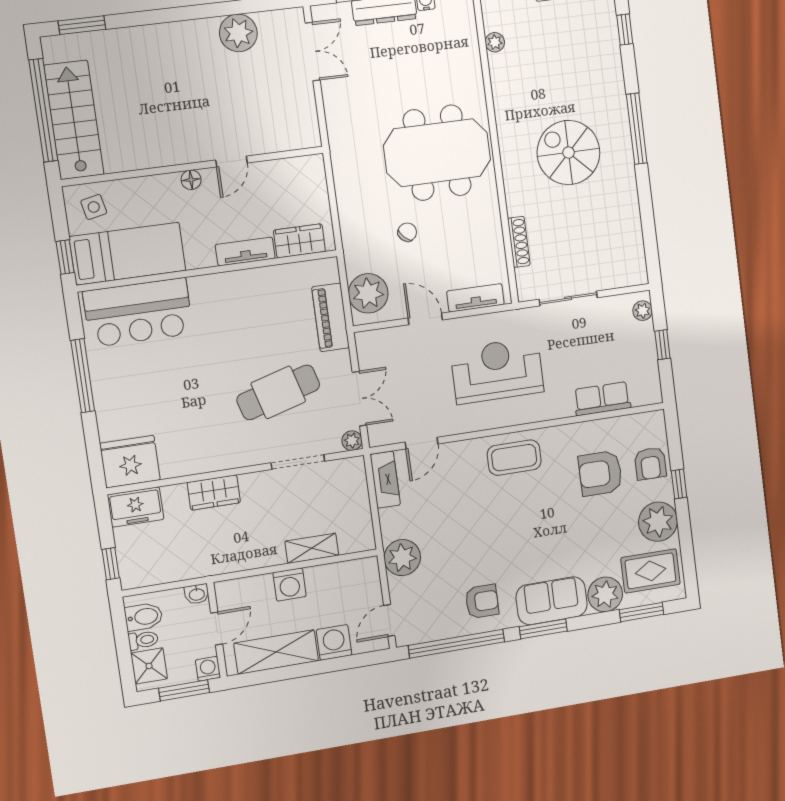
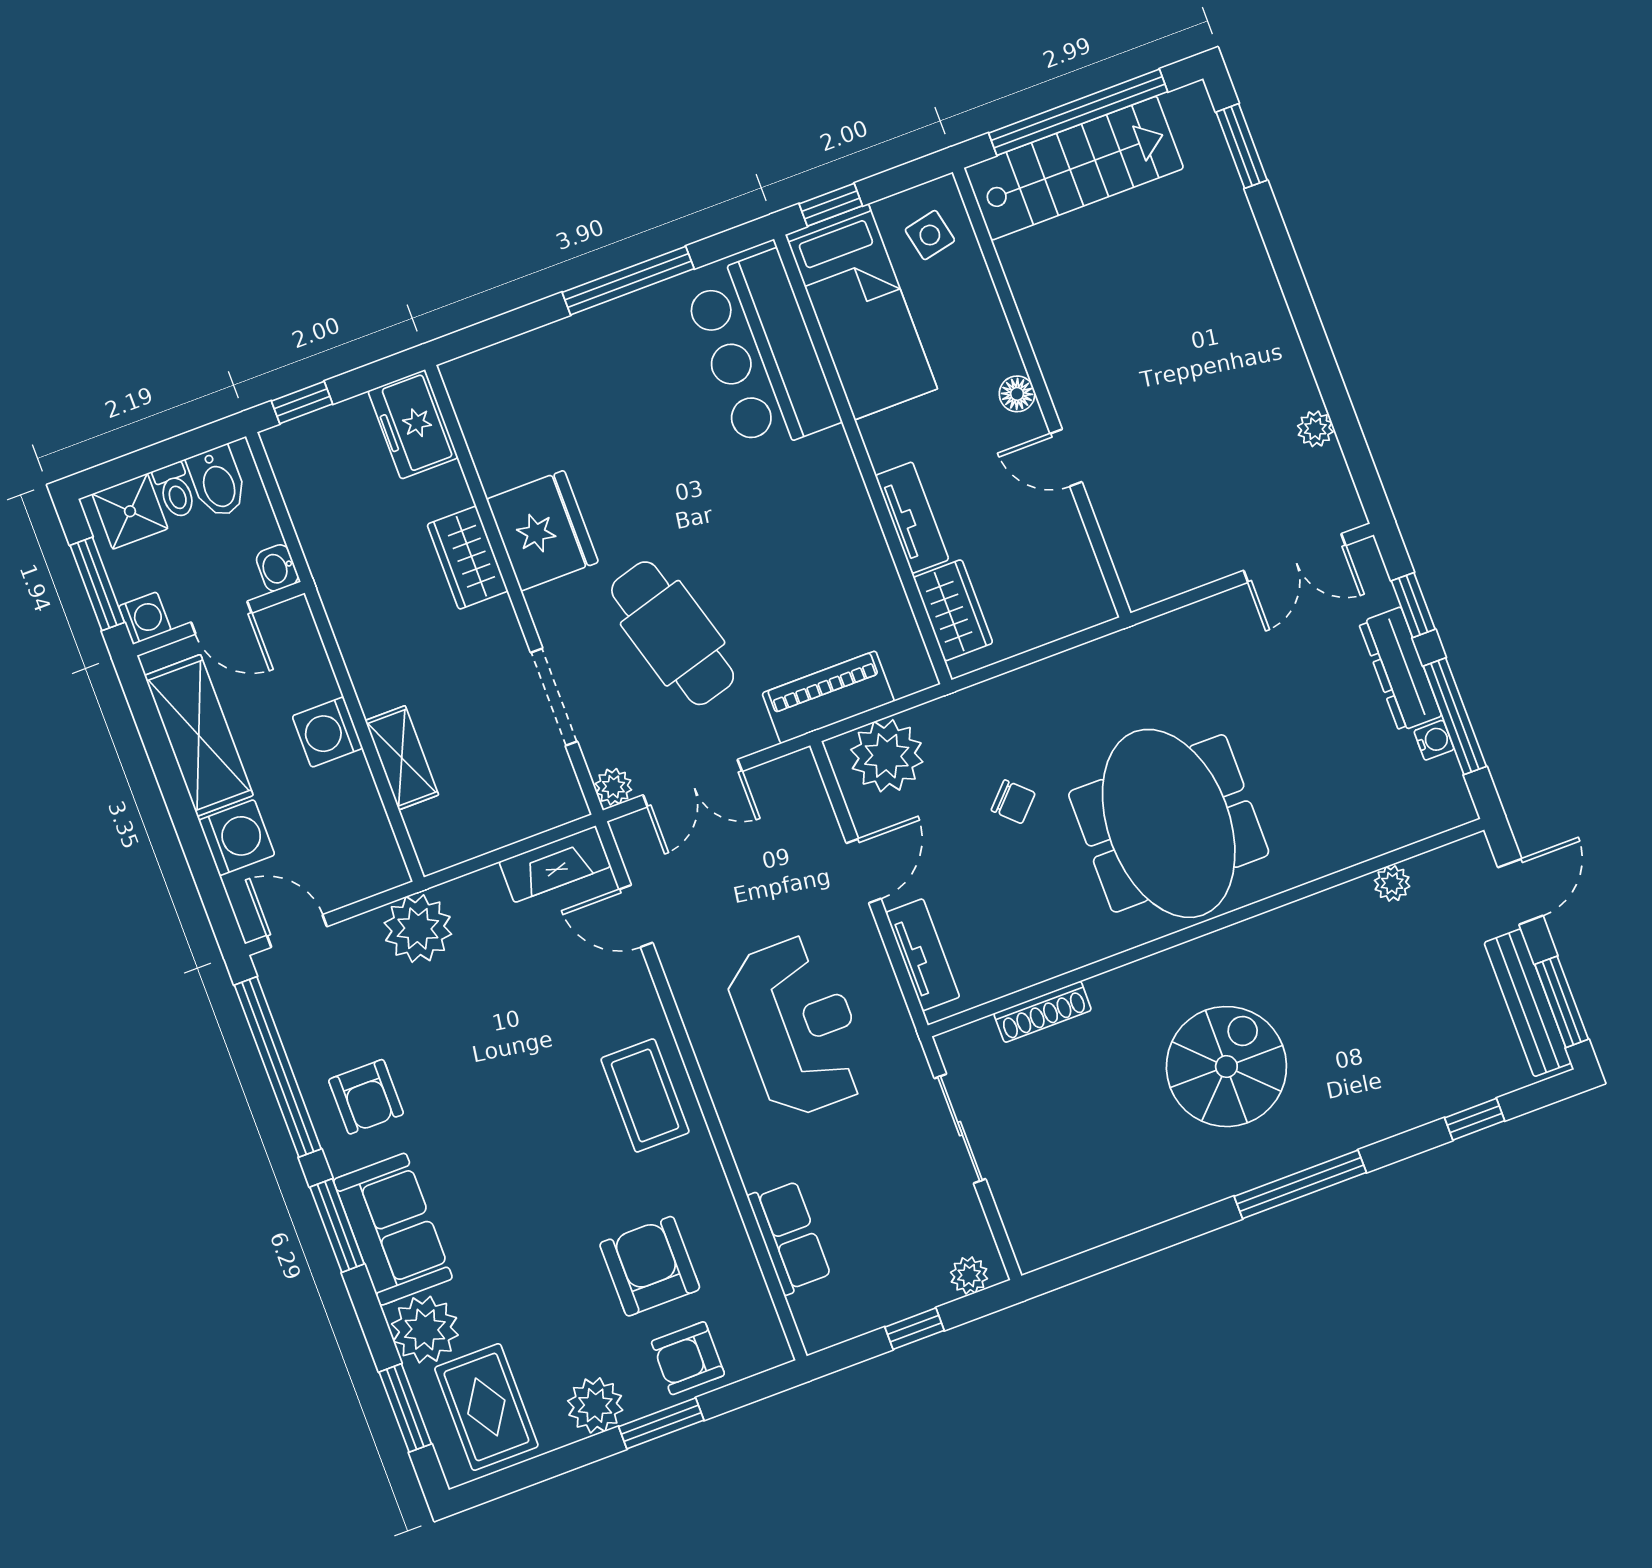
plant: (238, 33) -> (1315, 429), width x0.53, depth x0.53
fridge: (130, 462) -> (542, 531), moved
window: (679, 484) -> (661, 1423), width x1.50
plant: (658, 522) -> (595, 1405), width x0.73, depth x0.73

